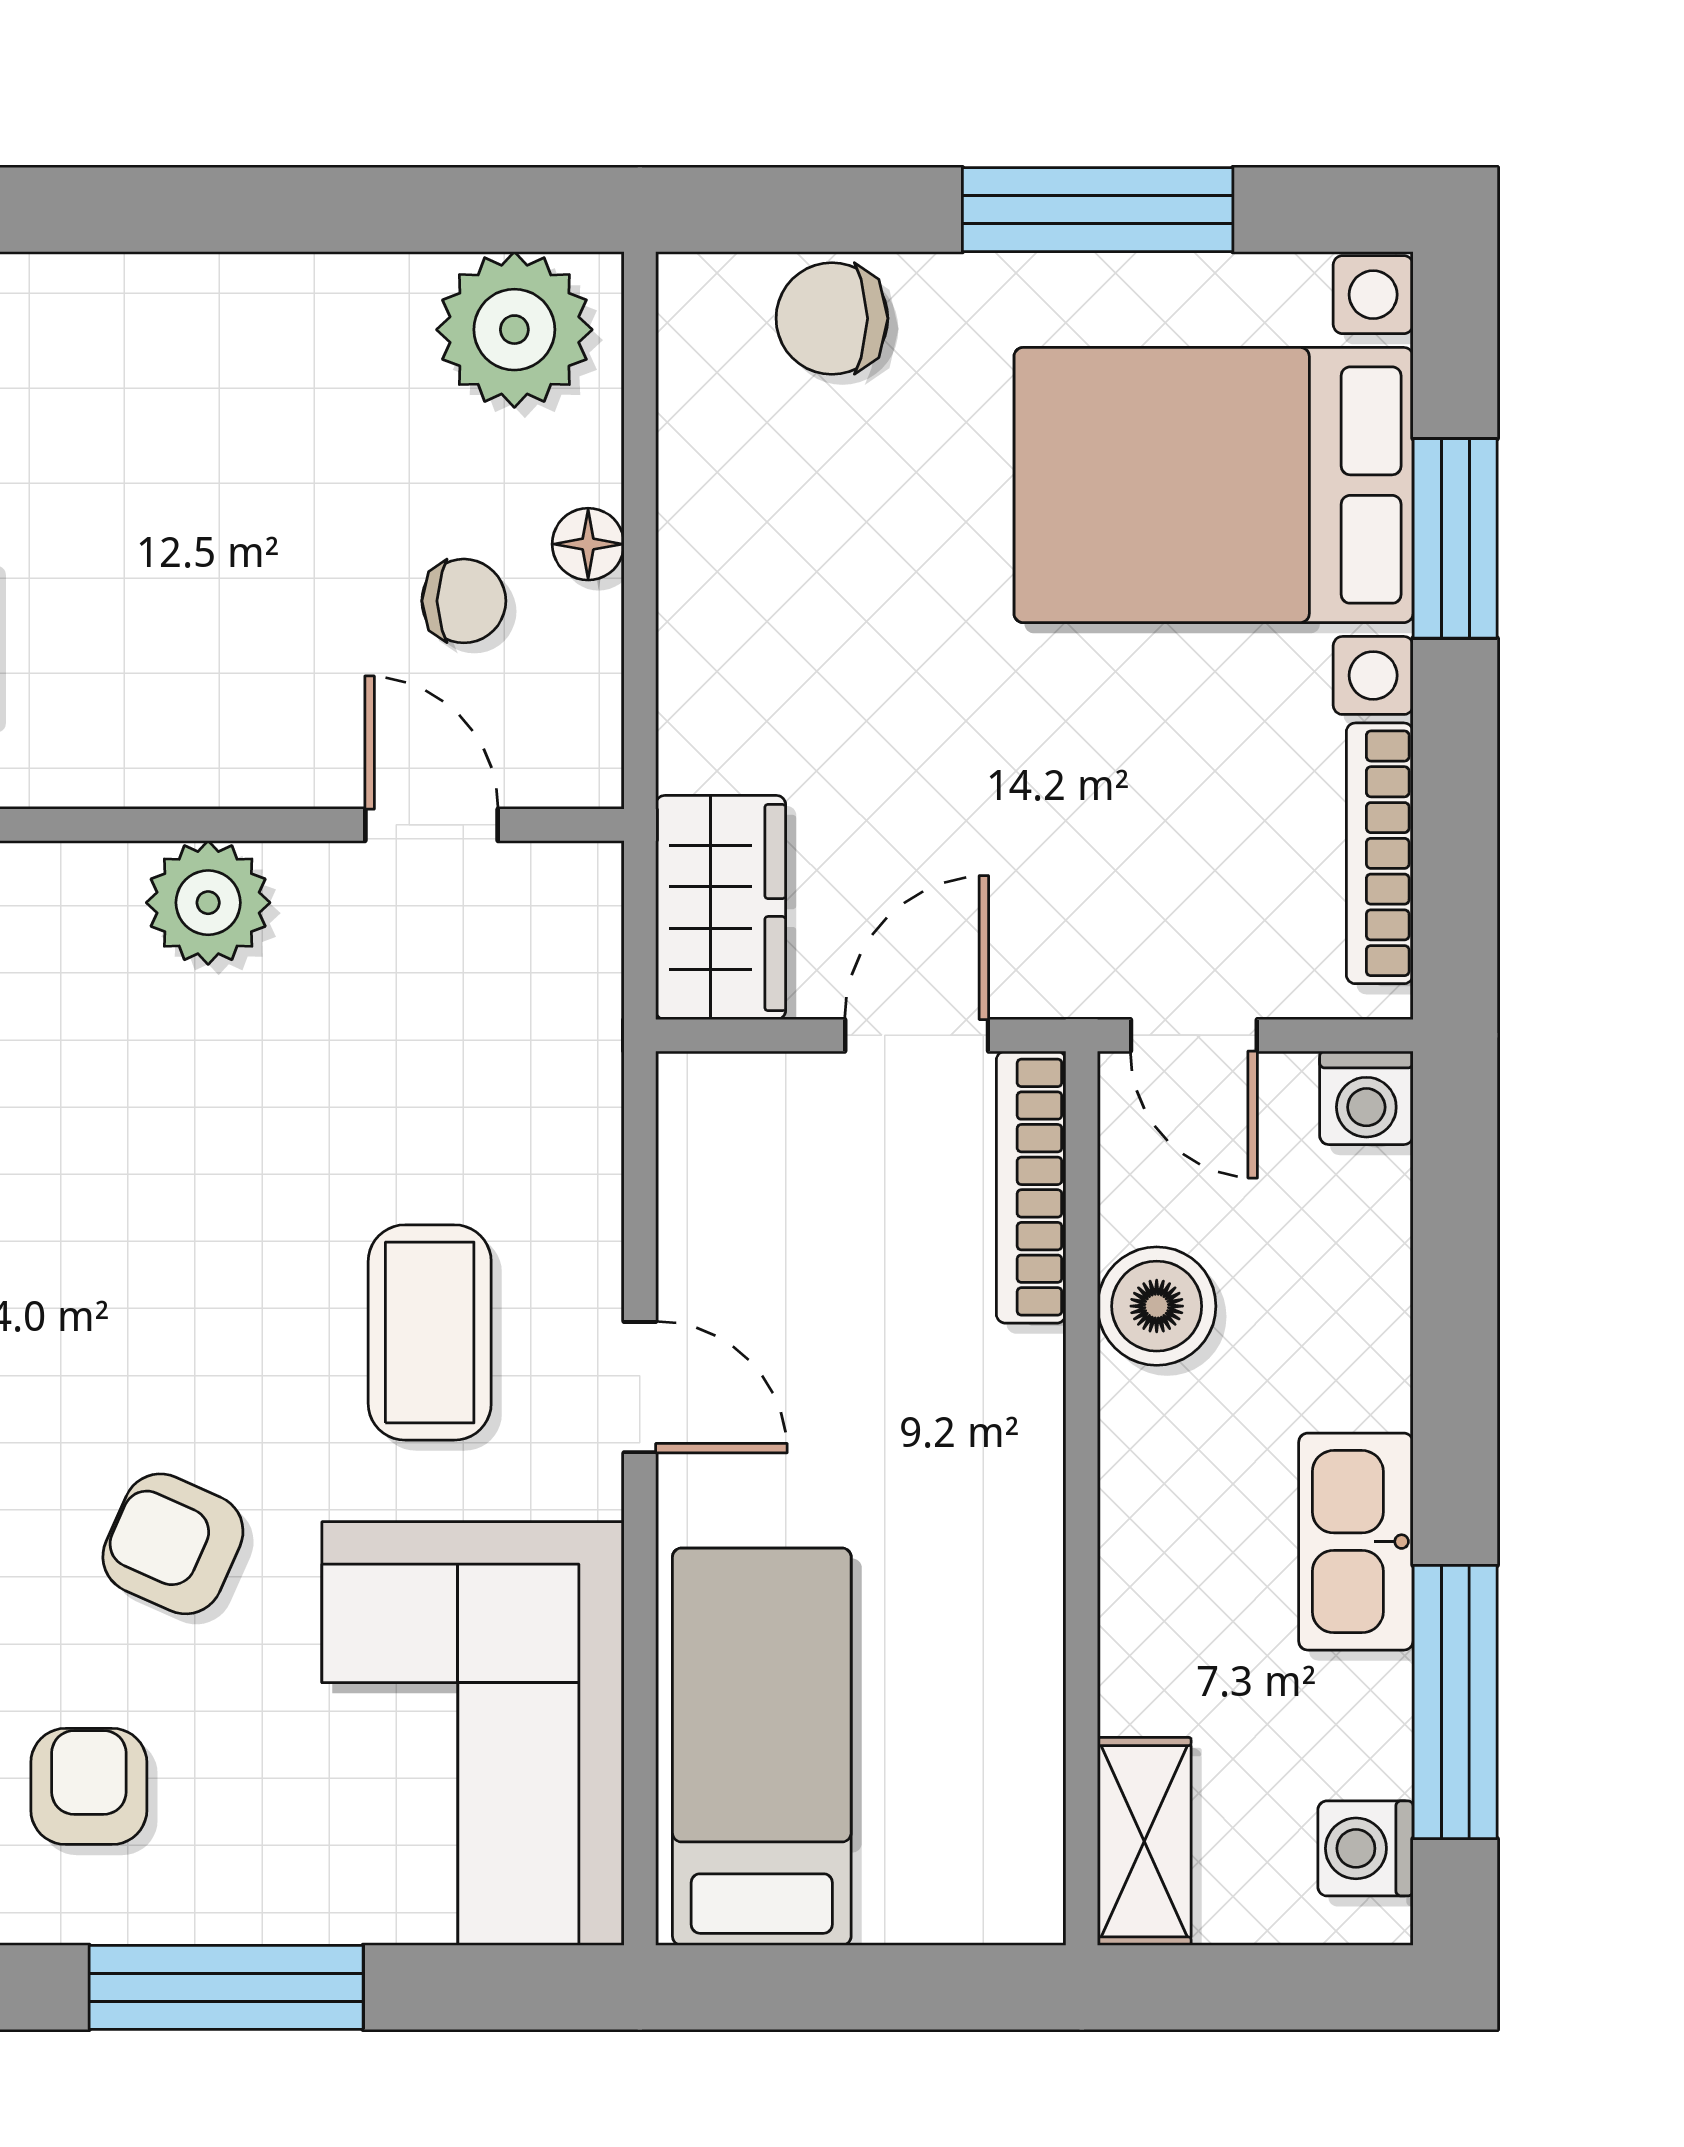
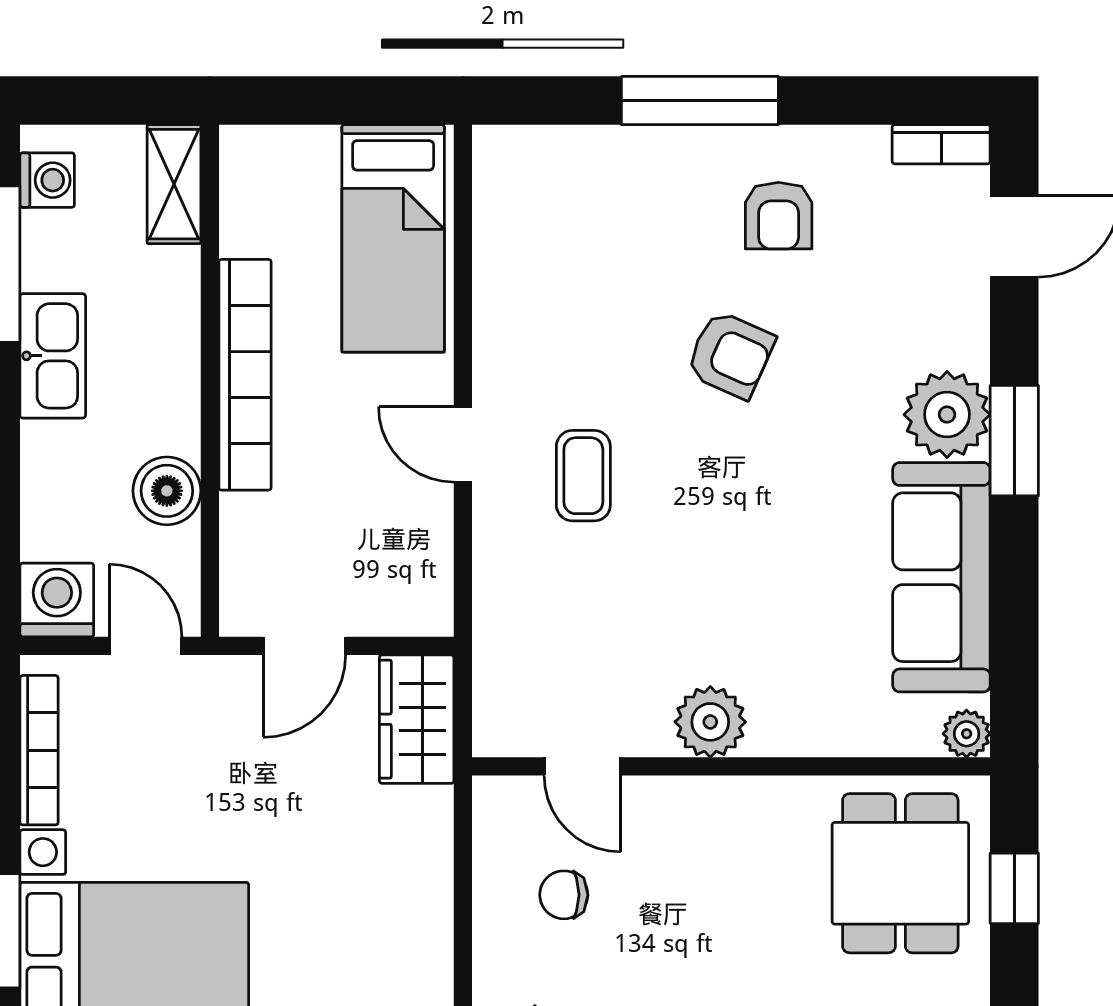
floor lamp: (588, 544) -> (493, 927), removed
washing machine: (1366, 1098) -> (57, 600), width x1.38, depth x1.38
bookcase: (1031, 1187) -> (245, 375), moved, width x1.48, depth x1.31
coffee table: (430, 1332) -> (583, 476), width x0.73, depth x0.77
corner sofa: (473, 1733) -> (559, 246), removed

